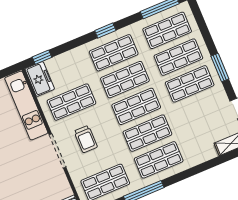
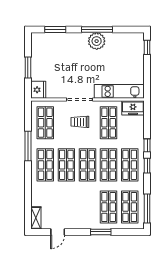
window: (42, 57) -> (147, 145), moved
window: (220, 68) -> (101, 232), moved
shop shelf: (190, 84) -> (87, 207), removed

